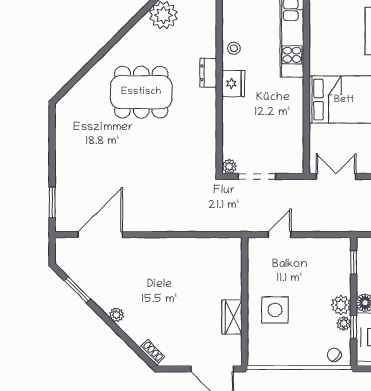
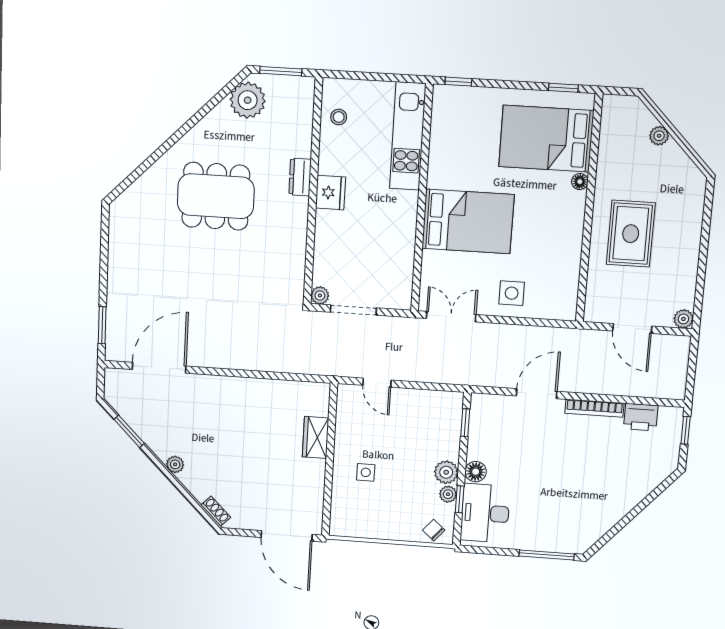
stool: (234, 48) -> (339, 117), moved
door: (280, 235) -> (377, 383), swing flipped
side table: (275, 310) -> (366, 472), width x0.54, depth x0.54
wardrobe: (232, 317) -> (316, 437), moved

